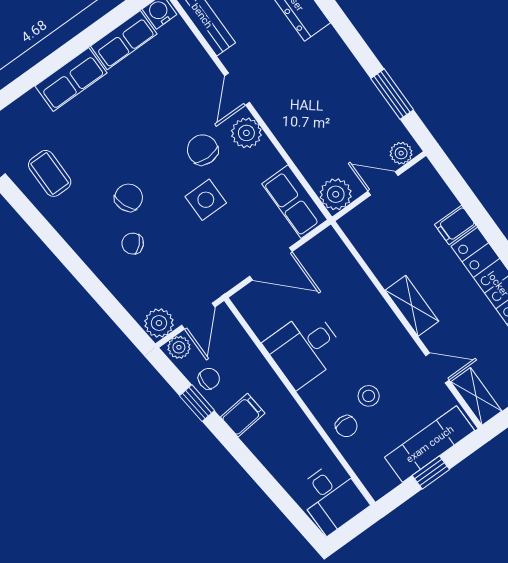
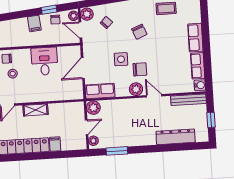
chair: (133, 244) -> (106, 22), moved

